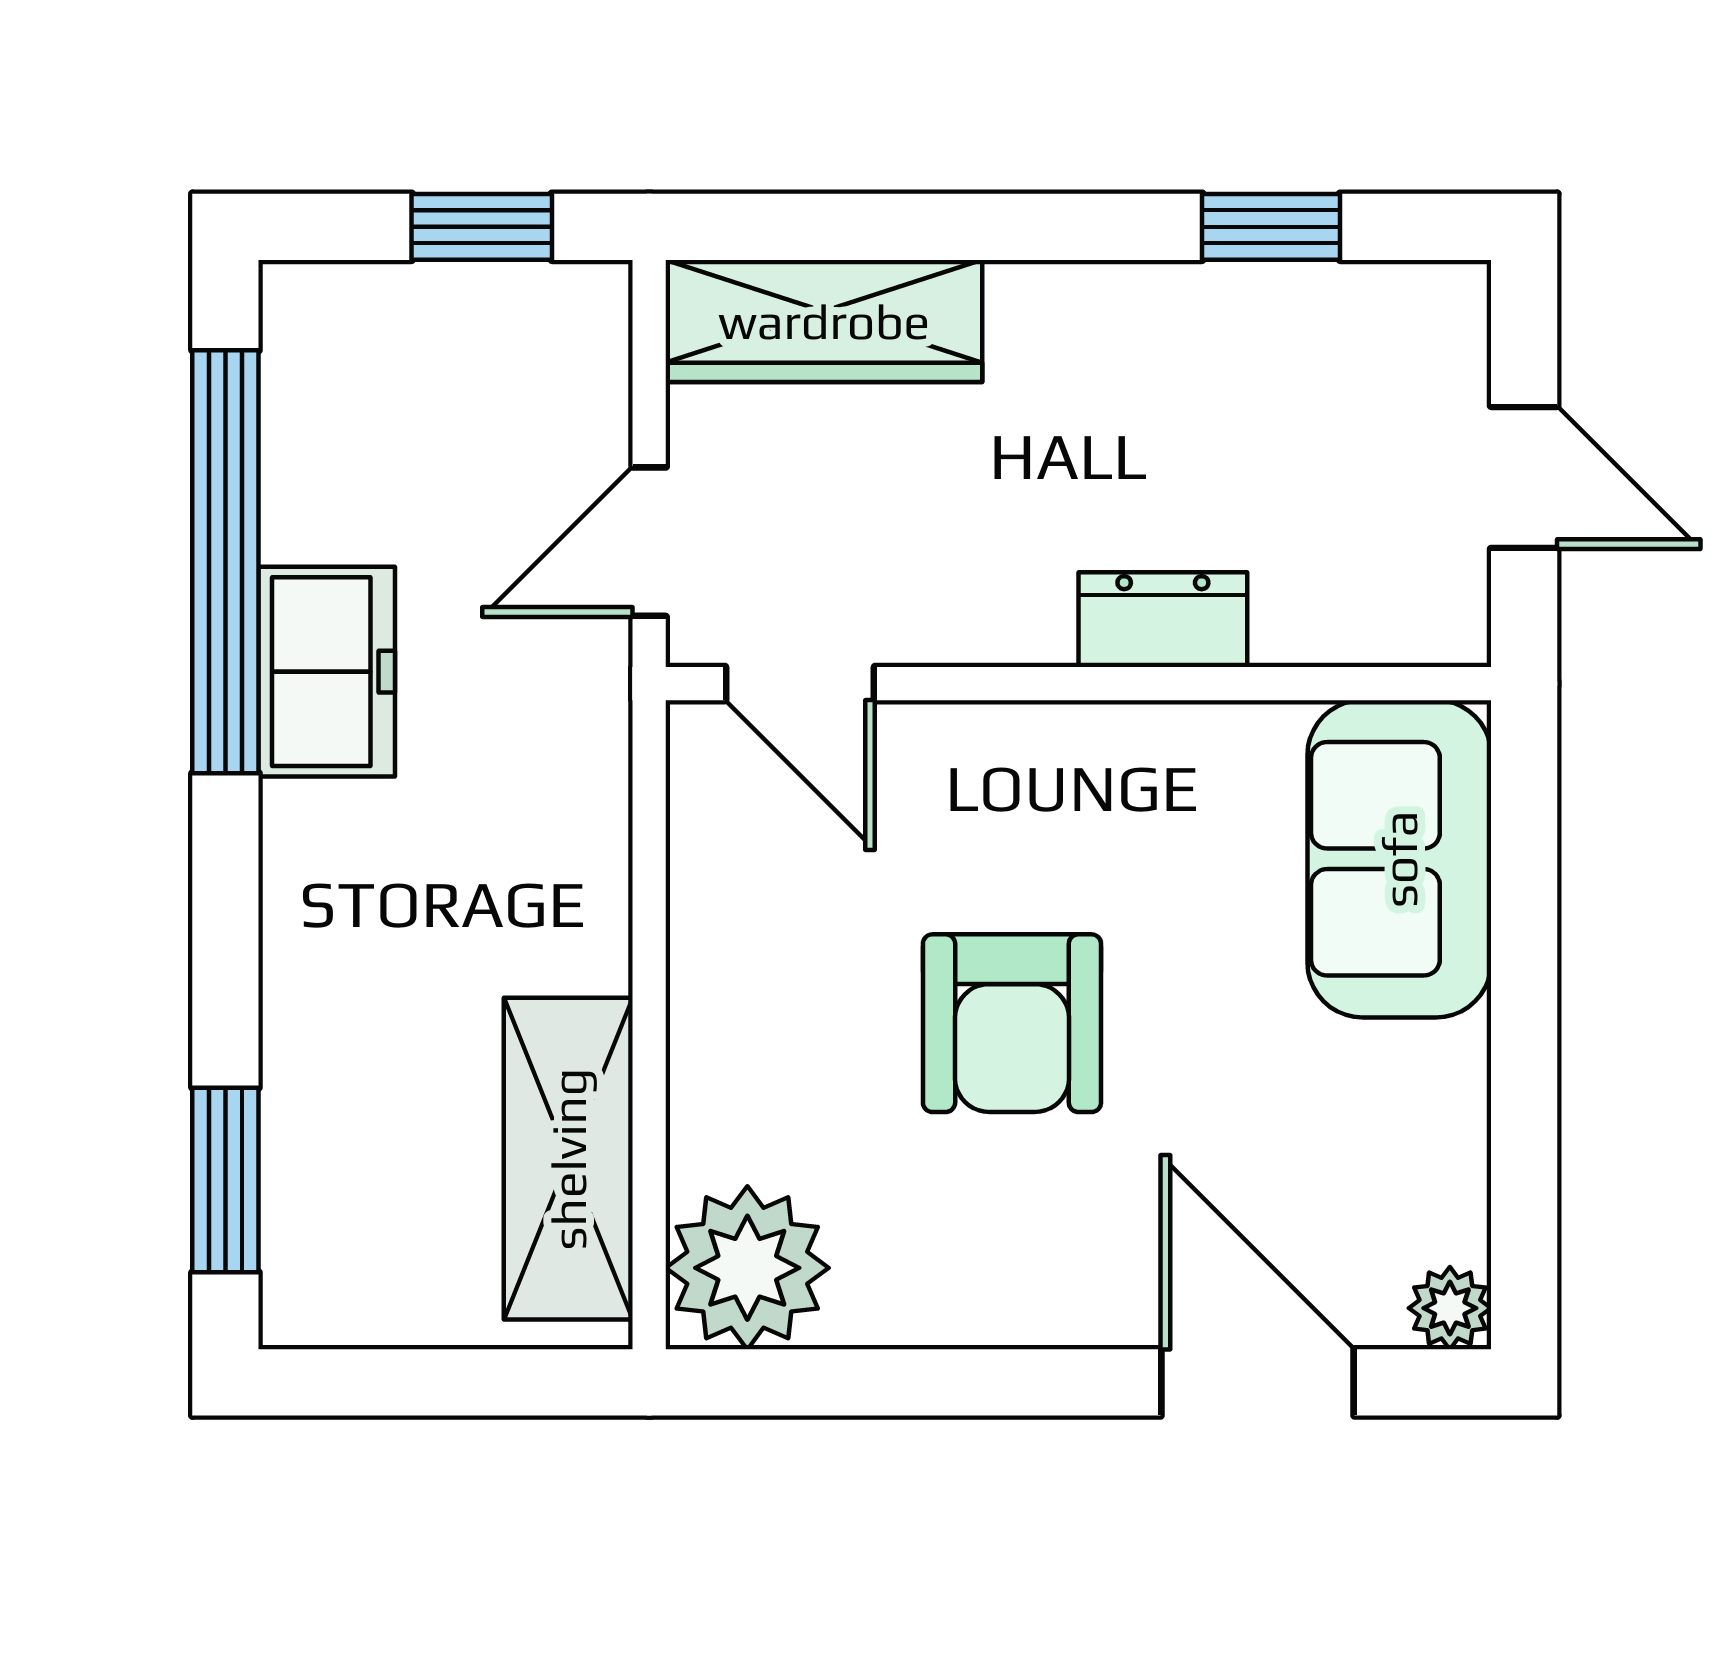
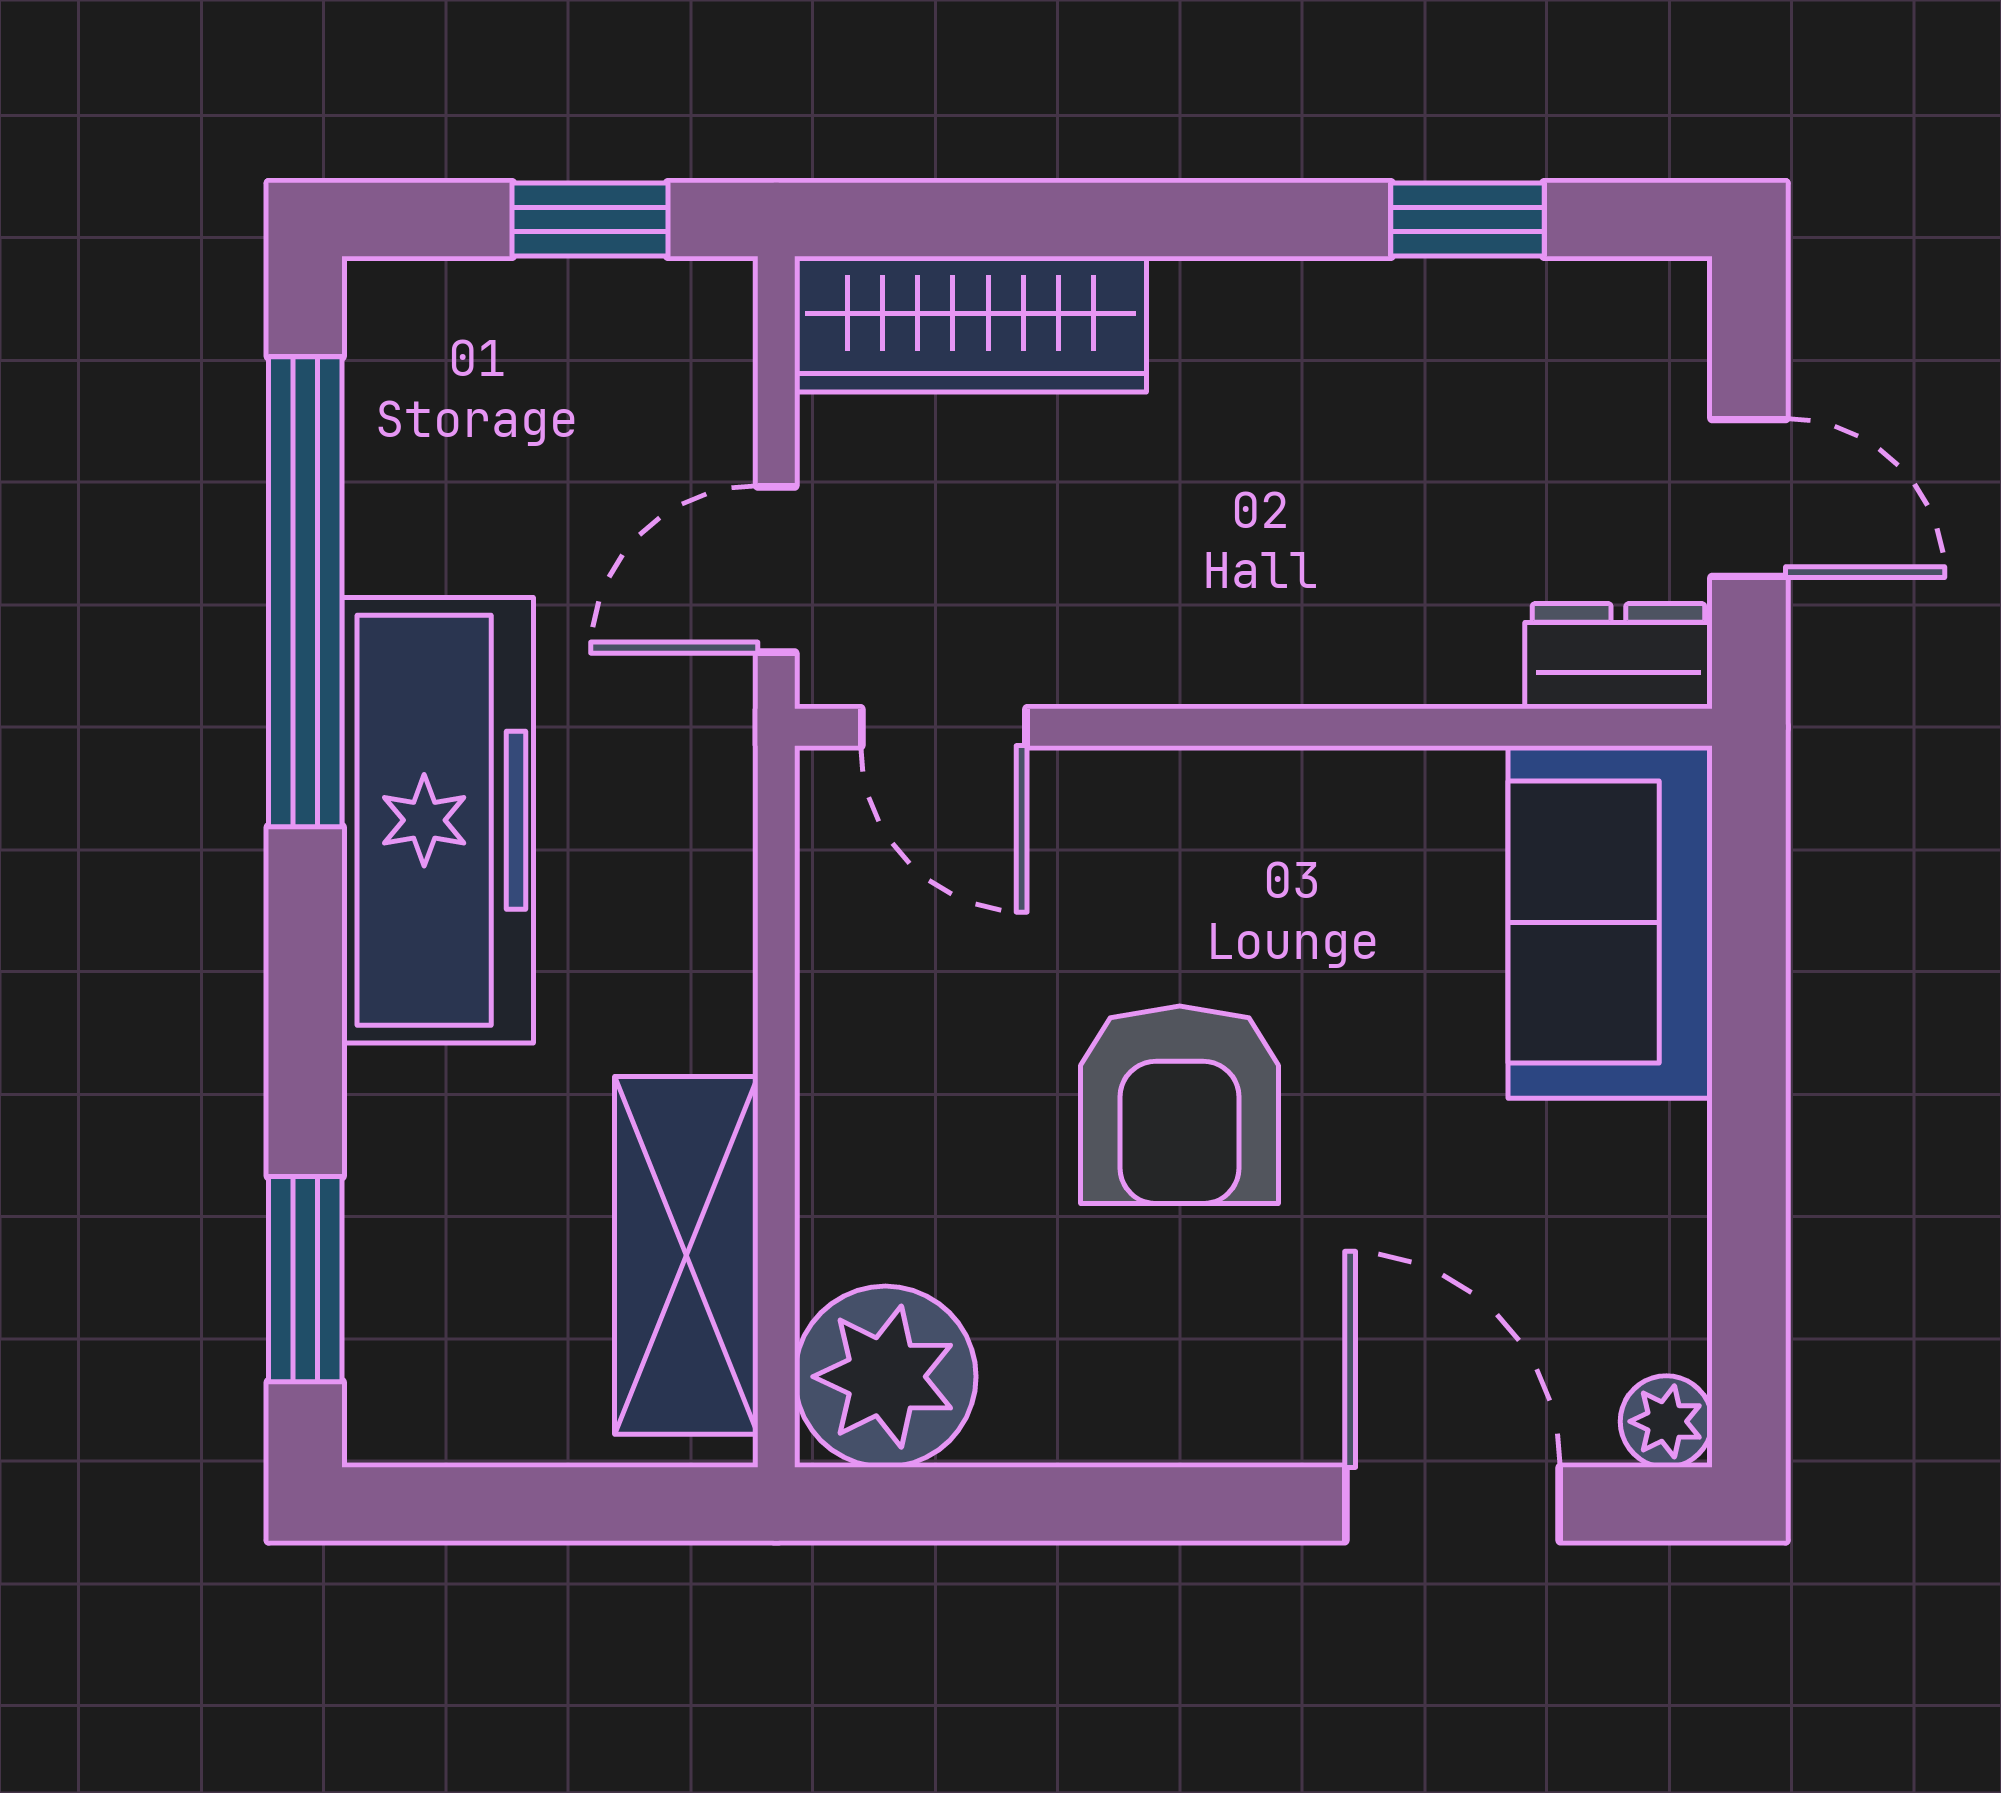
dresser: (1163, 620) -> (1618, 656), moved
freezer: (327, 672) -> (438, 820), width x1.91, depth x1.26

